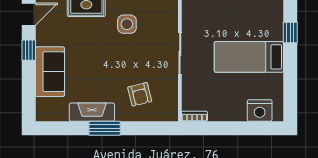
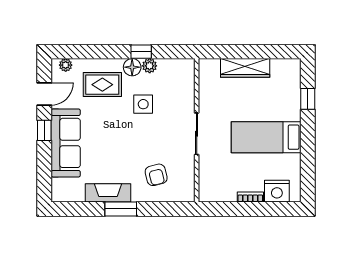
window: (290, 33) -> (308, 99), moved
sofa: (50, 72) -> (66, 143), width x1.36
bookcase: (194, 116) -> (250, 197), moved

